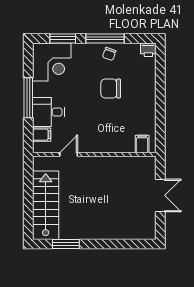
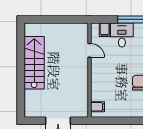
stairs: (46, 205) -> (34, 63), moved, turned -90
window: (66, 244) -> (21, 48), removed

